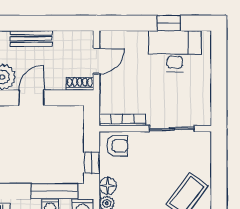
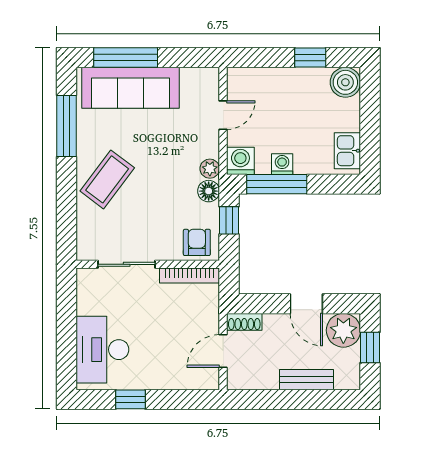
desk: (175, 51) -> (102, 350), moved, turned 90
door: (31, 98) -> (306, 304), hinge flipped
armchair: (117, 146) -> (197, 242), turned 90

